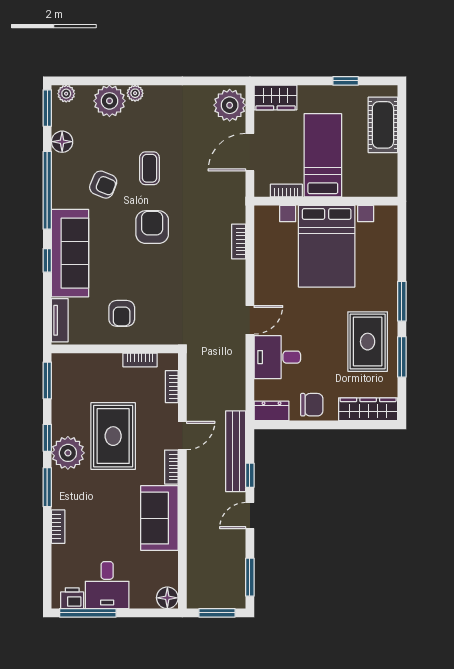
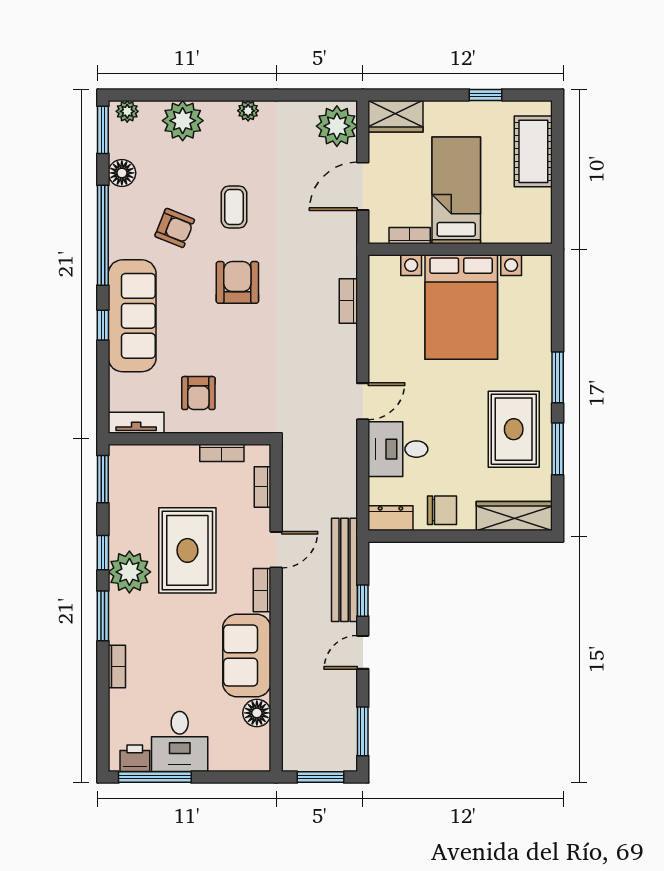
plant: (135, 93) -> (248, 111), moved
tv unit: (60, 320) -> (136, 423), moved, turned -90
floor lamp: (167, 598) -> (257, 713), moved

